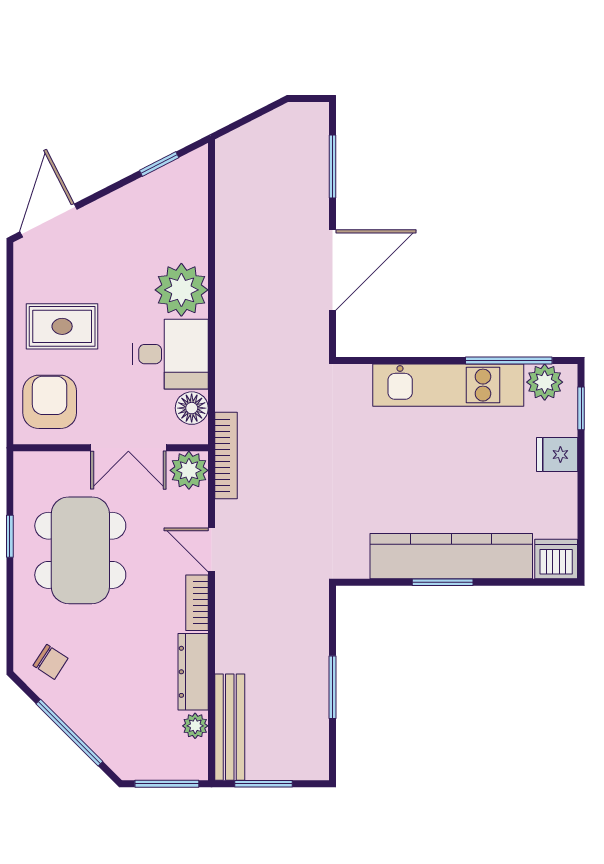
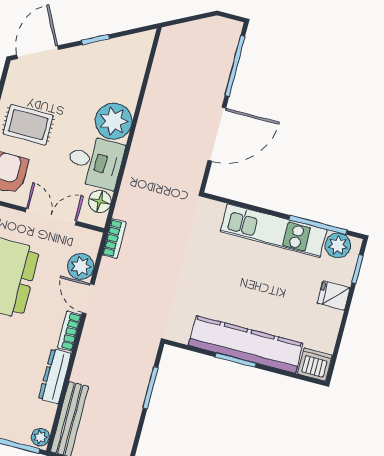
window: (159, 164) -> (95, 40), moved
window: (332, 167) -> (235, 66), width x1.44
double door: (128, 448) -> (51, 217), swing flipped
bookcase: (226, 455) -> (114, 239), width x0.64
plant: (189, 470) -> (81, 267), moved
window: (332, 687) -> (150, 388), moved
plant: (195, 726) -> (40, 437), moved

